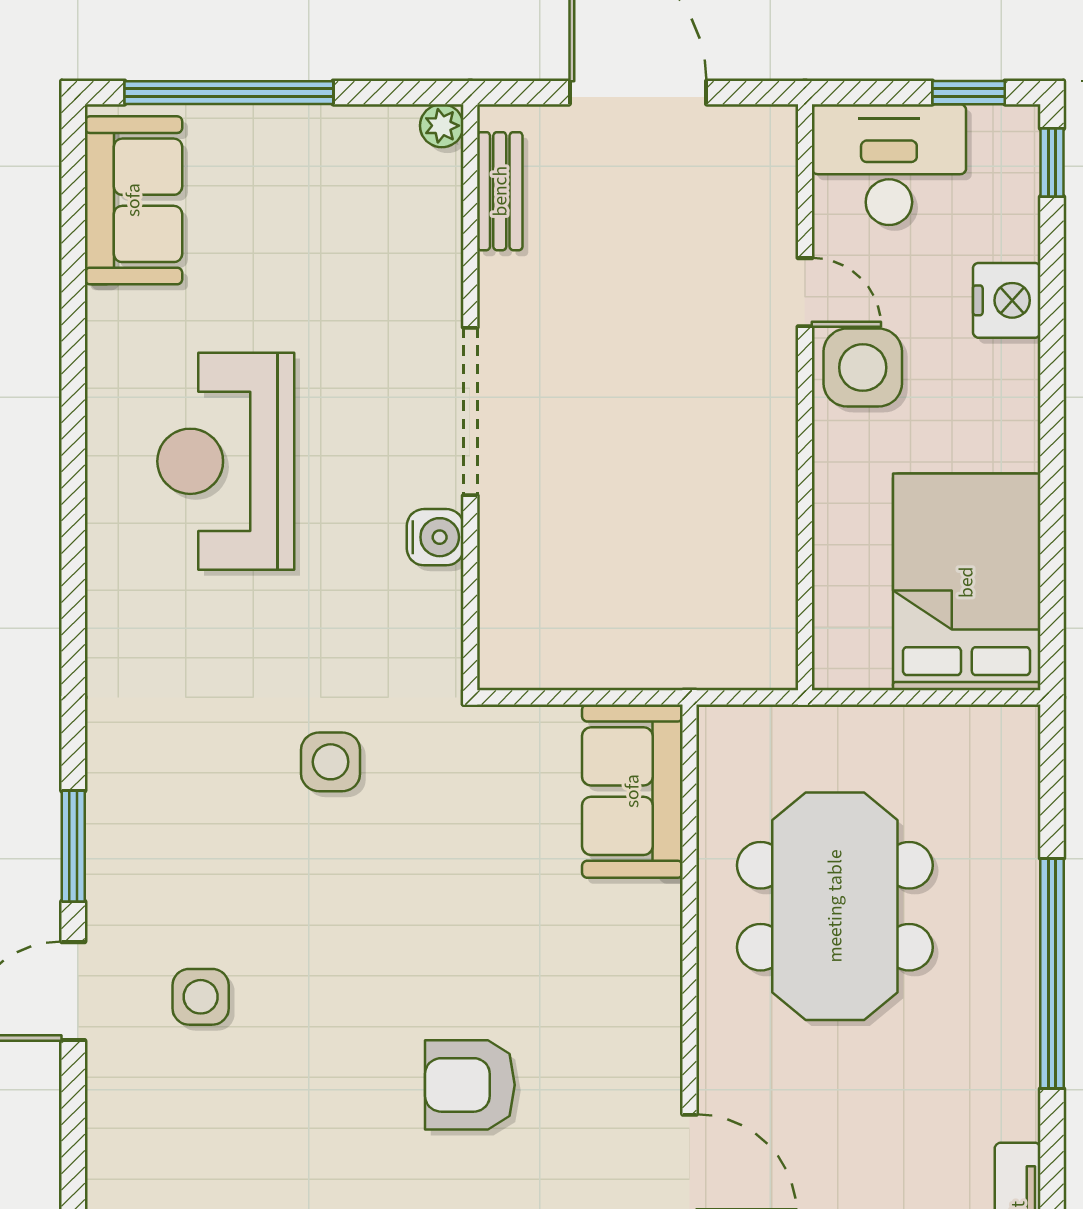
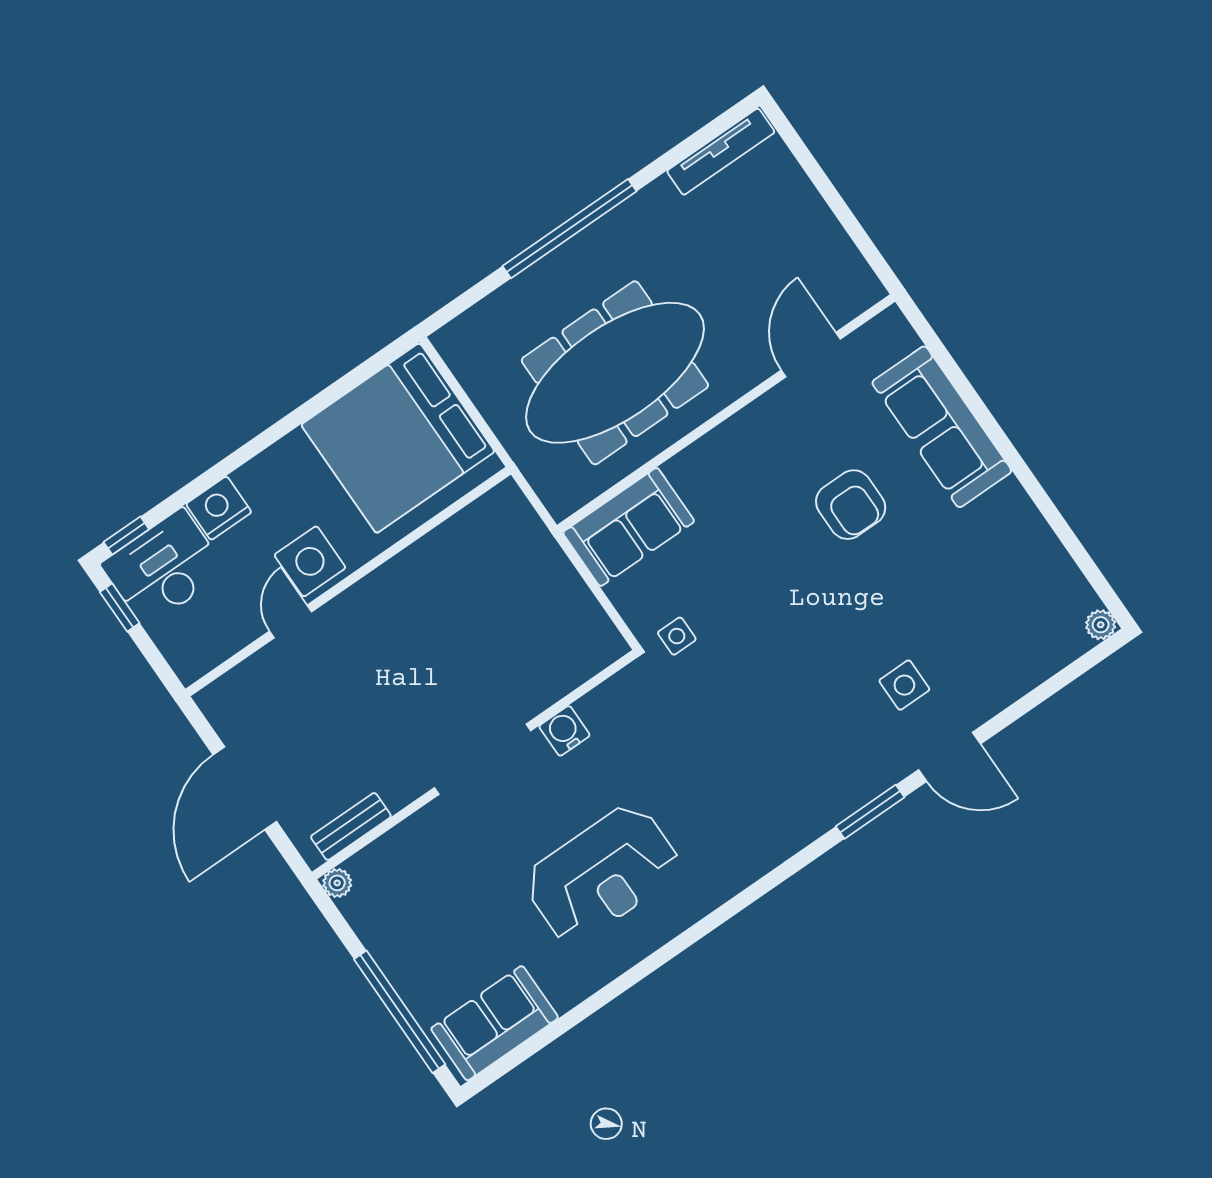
desk: (889, 165) -> (164, 568), moved, turned 90
bed: (966, 582) -> (398, 438), width x1.36
side table: (331, 762) -> (677, 636), moved, width x0.73, depth x0.73
meeting table: (835, 906) -> (615, 373), width x1.36

